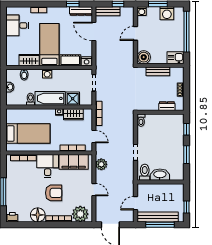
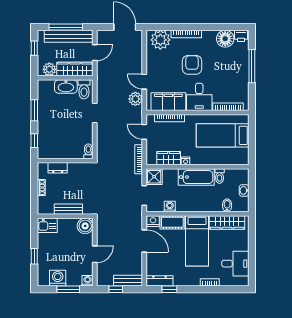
door: (94, 32) -> (144, 241), moved
window: (187, 32) -> (34, 256), width x0.32
wardrobe: (29, 60) -> (227, 222), width x1.50
washing machine: (47, 74) -> (170, 207), moved
shower: (73, 99) -> (154, 177), moved
wardrobe: (152, 189) -> (75, 69), added
plant: (174, 189) -> (49, 69), added
door: (94, 190) -> (144, 82), moved
armchair: (54, 193) -> (192, 65), turned 90
floor lamp: (38, 215) -> (225, 39), moved

